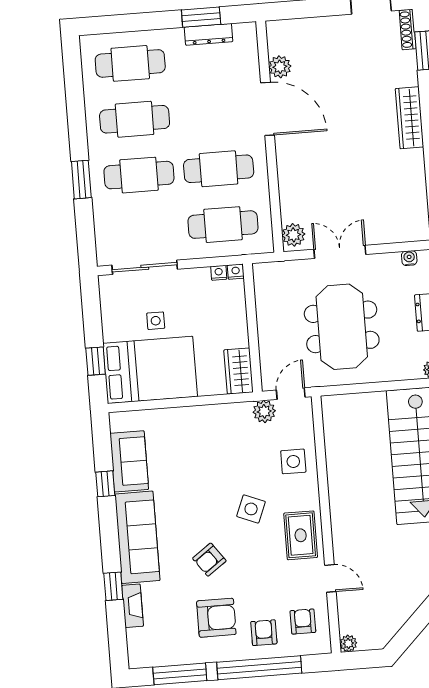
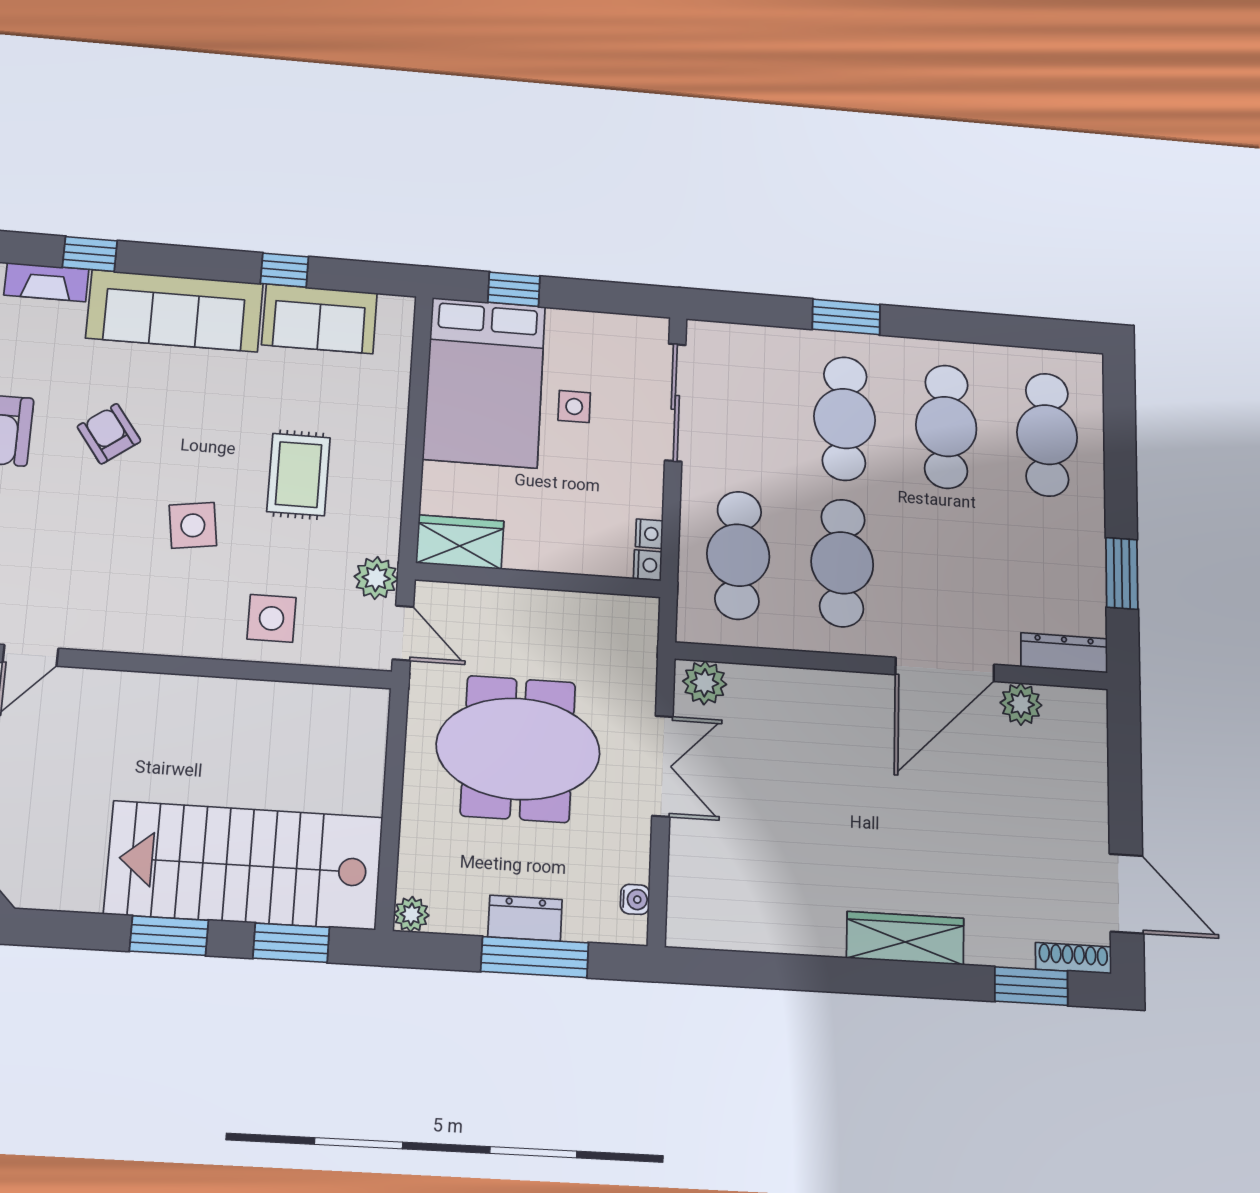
dresser: (209, 34) -> (1064, 653), moved, turned 90
side table: (251, 509) -> (193, 525), turned -30
rug: (301, 535) -> (299, 475), moved, turned 90

